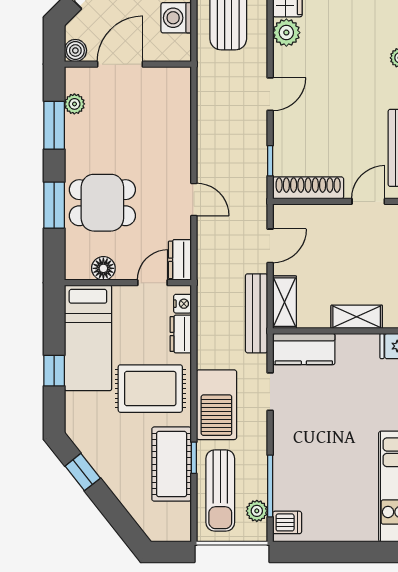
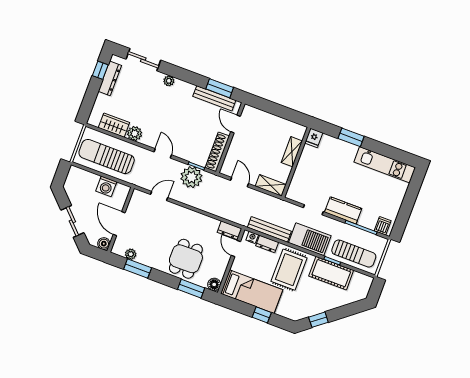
door: (194, 199) -> (159, 196), moved
window: (54, 205) -> (191, 289), moved
floor lamp: (103, 268) -> (214, 284), moved
bench: (256, 313) -> (269, 229), moved
kitchen counter: (304, 349) -> (343, 210), moved, turned -90
plant: (257, 511) -> (191, 177), moved, width x1.88, depth x1.88

